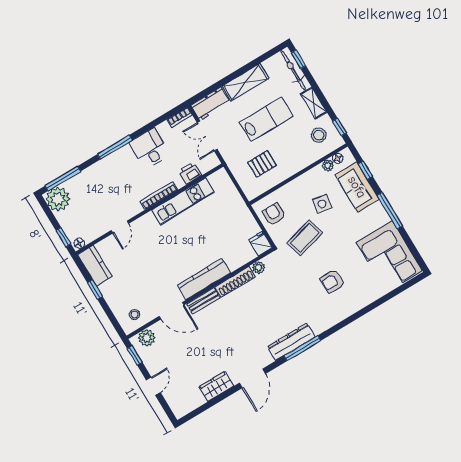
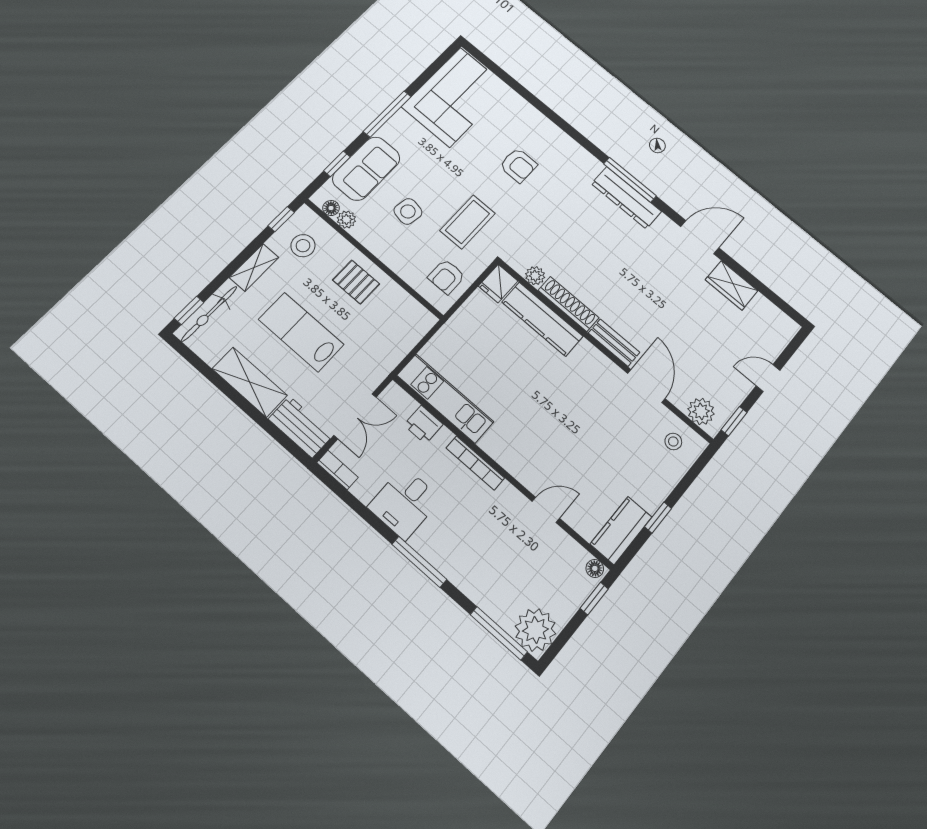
pallet: (262, 164) -> (356, 282), moved
kitchen unit: (183, 201) -> (445, 398), moved
coffee table: (305, 238) -> (468, 222), turned -75
kitchen counter: (204, 279) -> (542, 319), moved

